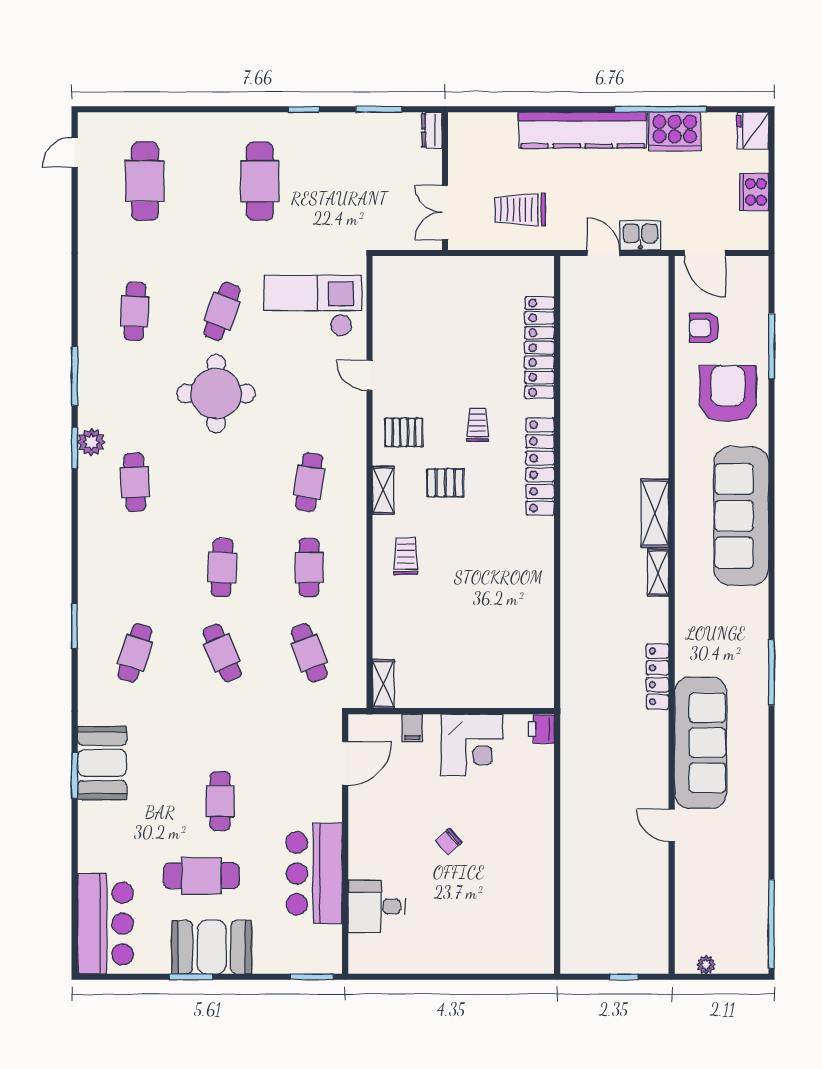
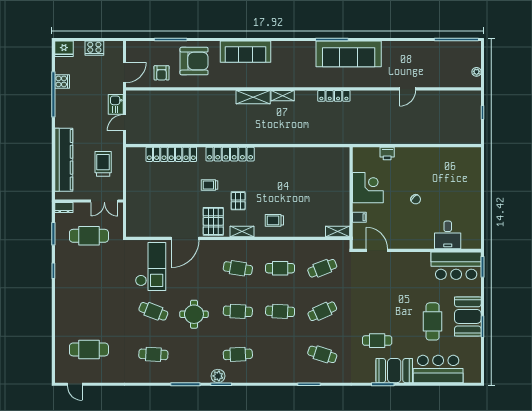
kitchen counter: (583, 130) -> (64, 160), moved
cooker: (675, 131) -> (62, 81), width x0.53, depth x0.76
cafe table: (260, 181) -> (89, 236), moved
trolley: (520, 210) -> (103, 164), turned 180
checkout: (313, 306) -> (151, 266), turned 180
door: (369, 375) -> (185, 238), width x1.87
round table: (216, 393) -> (194, 314), width x0.73, depth x0.73
armchair: (728, 394) -> (194, 61), turned 180
pallet: (404, 432) -> (213, 221), width x1.50, depth x1.42
cafe table: (222, 482) -> (238, 311), added
sofa: (741, 516) -> (246, 52), width x0.74, depth x0.79
printer: (541, 729) -> (387, 153), moved
sofa: (701, 743) -> (349, 54), moved, turned 180
booth: (102, 763) -> (394, 371), moved
cafe table: (220, 801) -> (377, 341), moved
bar counter: (314, 873) -> (456, 266), moved
bar counter: (105, 924) -> (438, 369), moved

